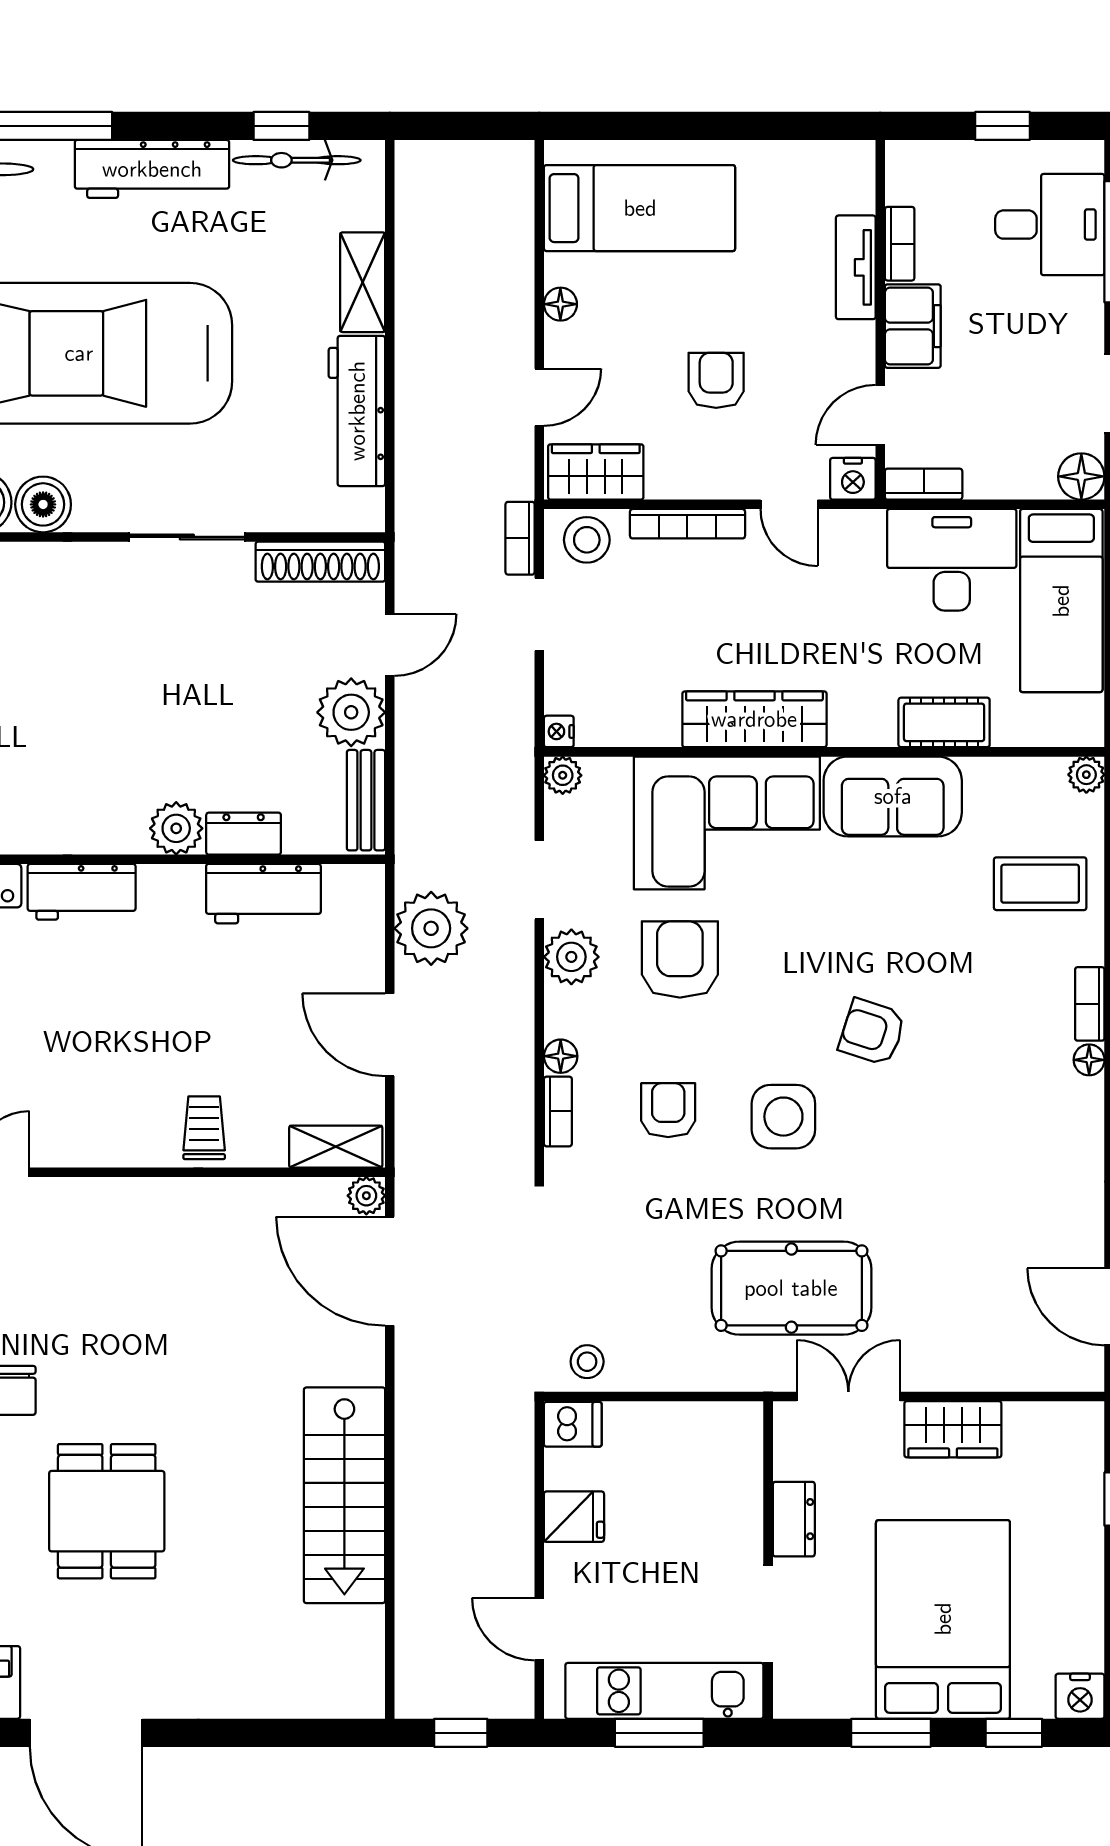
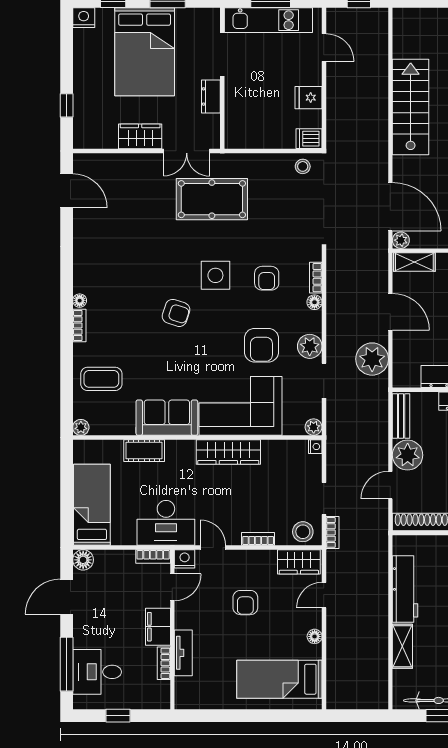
bookcase: (687, 524) -> (258, 539), width x0.64
desk: (952, 560) -> (166, 523), moved

